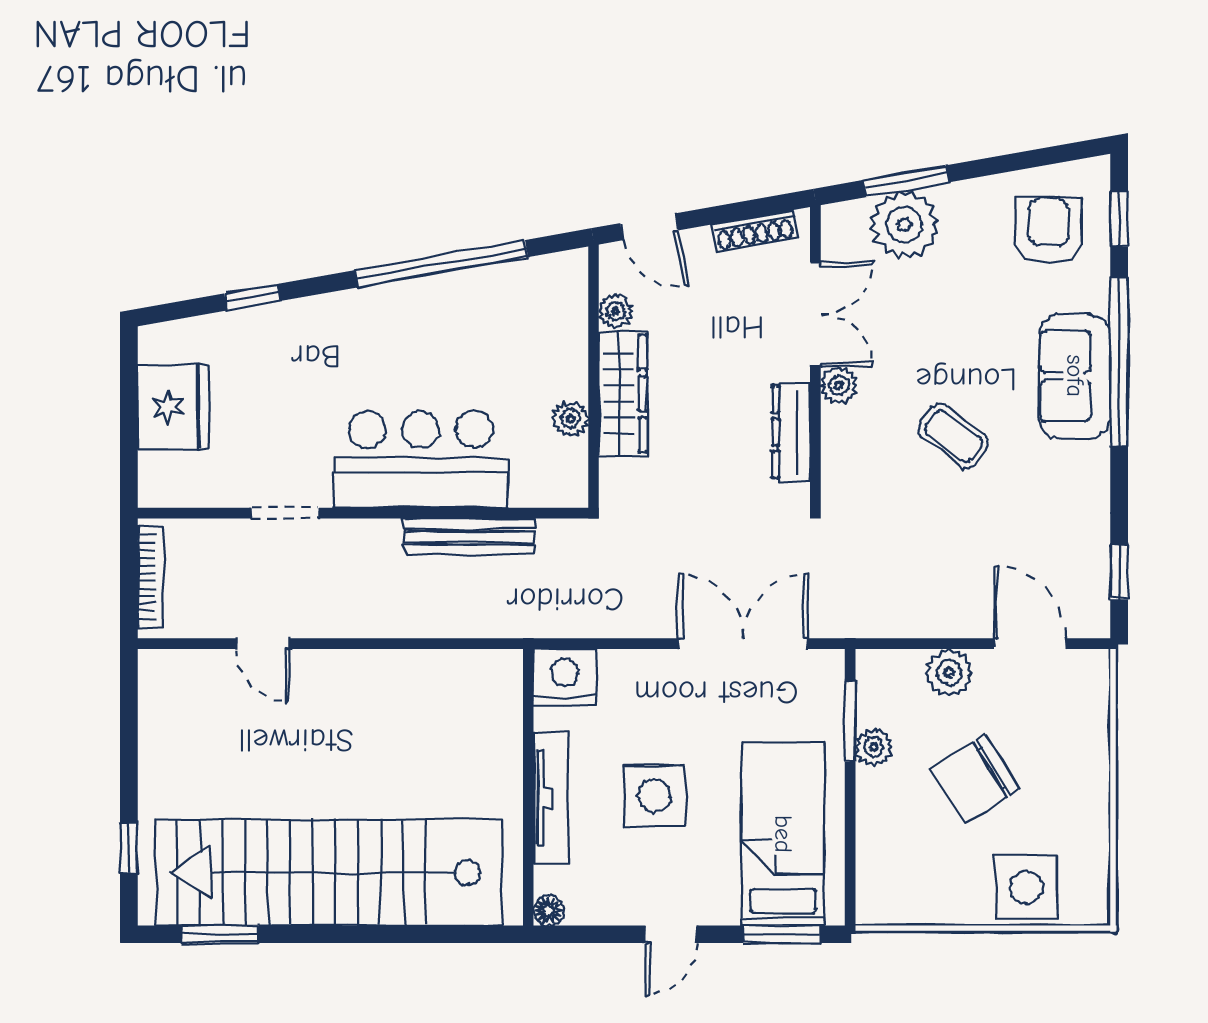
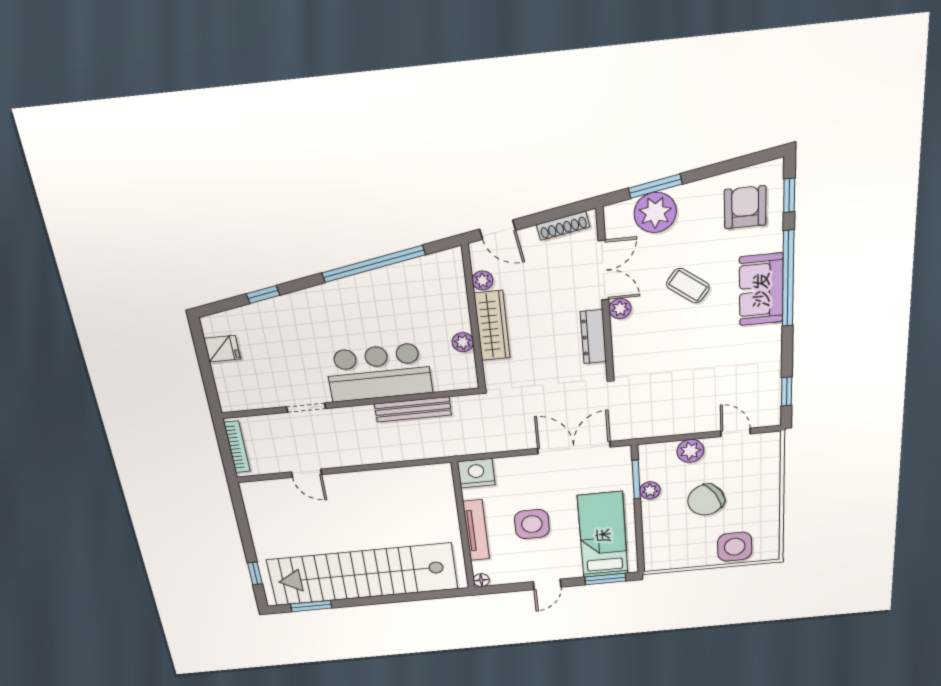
fridge: (173, 407) -> (222, 349), width x0.53, depth x0.75
coffee table: (953, 436) -> (688, 286), moved
door: (1030, 644) -> (735, 432), width x0.73

